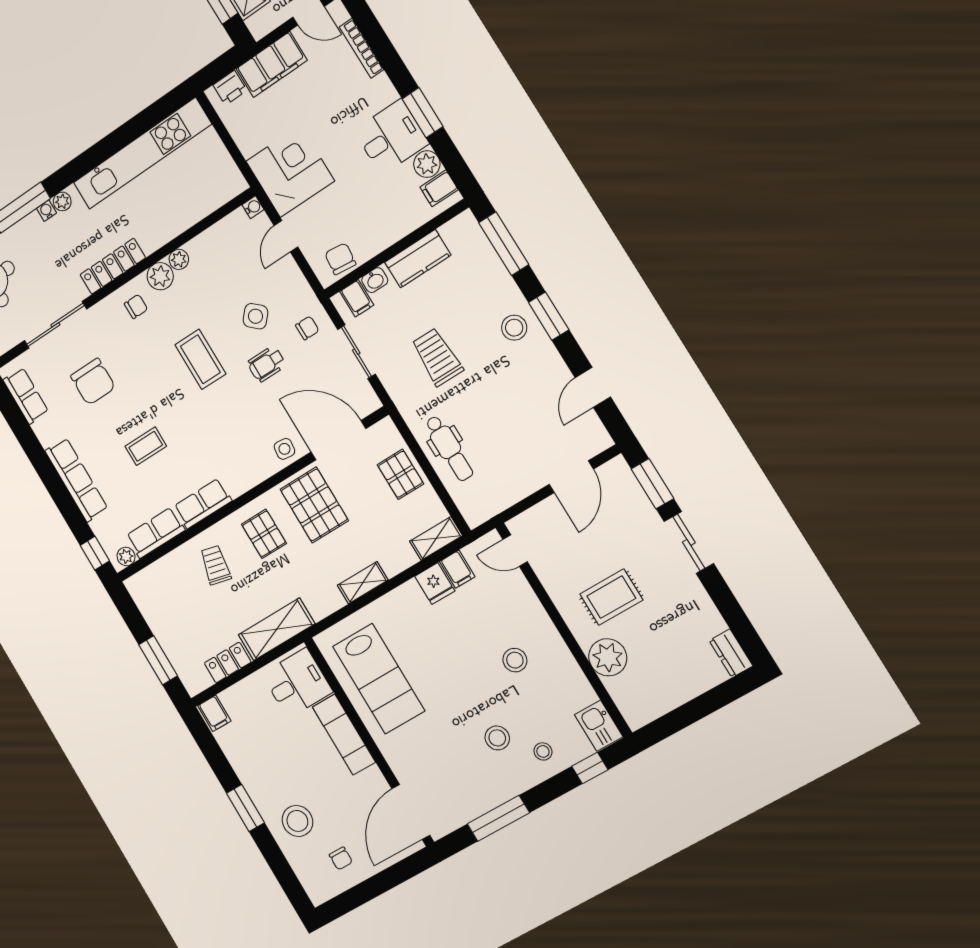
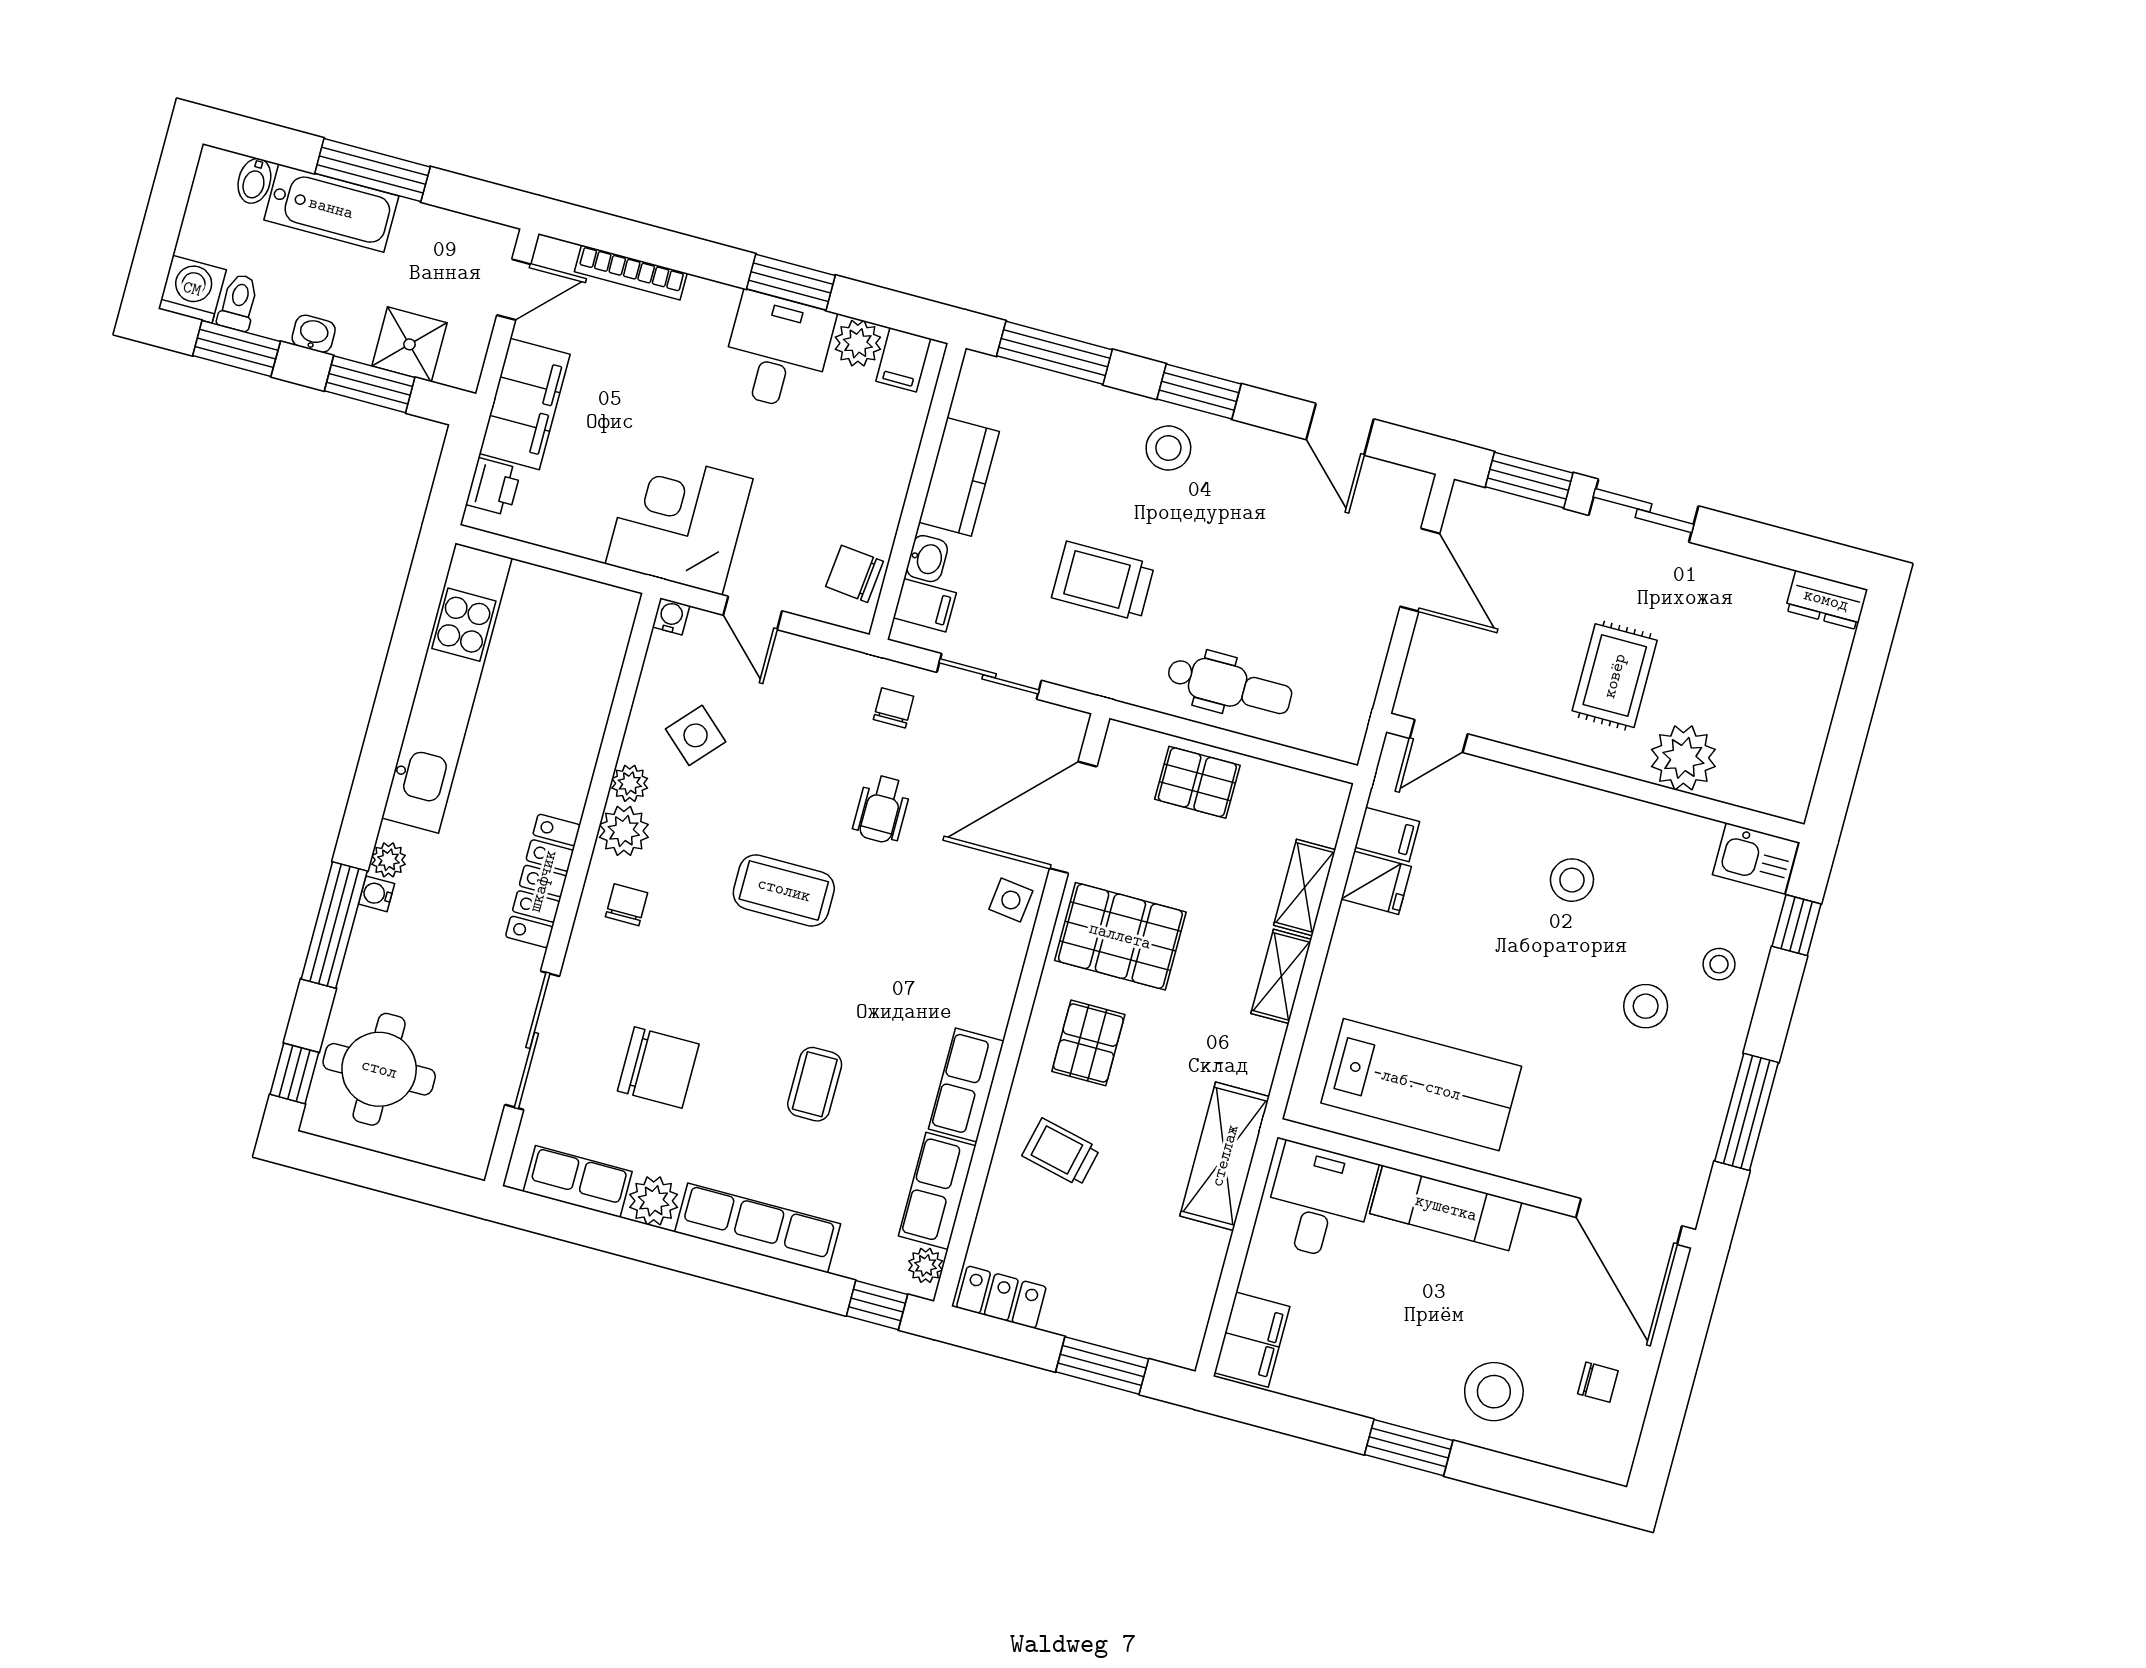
side table: (256, 316) -> (696, 735), moved
plant: (47, 431) -> (654, 1201), added
pallet: (264, 534) -> (1088, 1043), turned 90
shelving: (436, 538) -> (1305, 887), moved
locker: (228, 663) -> (1001, 1297), moved, turned 90
filing cabinet: (214, 713) -> (1252, 1340), width x2.00

